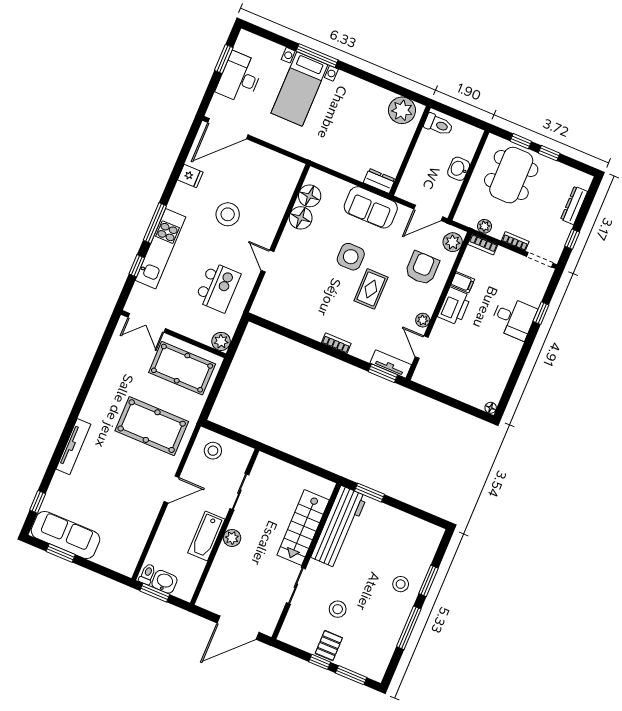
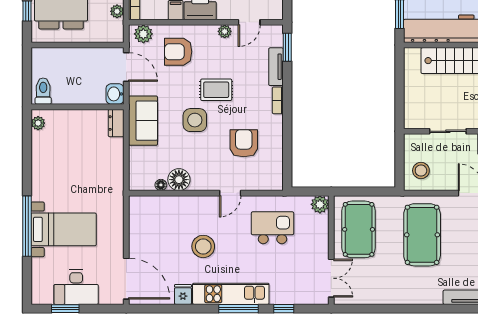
window: (317, 56) -> (27, 226), width x1.46
plant: (402, 110) -> (38, 123), width x0.53, depth x0.53
washbasin: (459, 169) -> (115, 94), moved, turned 90
floor lamp: (310, 196) -> (161, 185), width x0.53, depth x0.53
kitchen unit: (161, 249) -> (231, 294), moved
armchair: (309, 294) -> (244, 143), added
tv unit: (391, 364) -> (276, 67), moved

